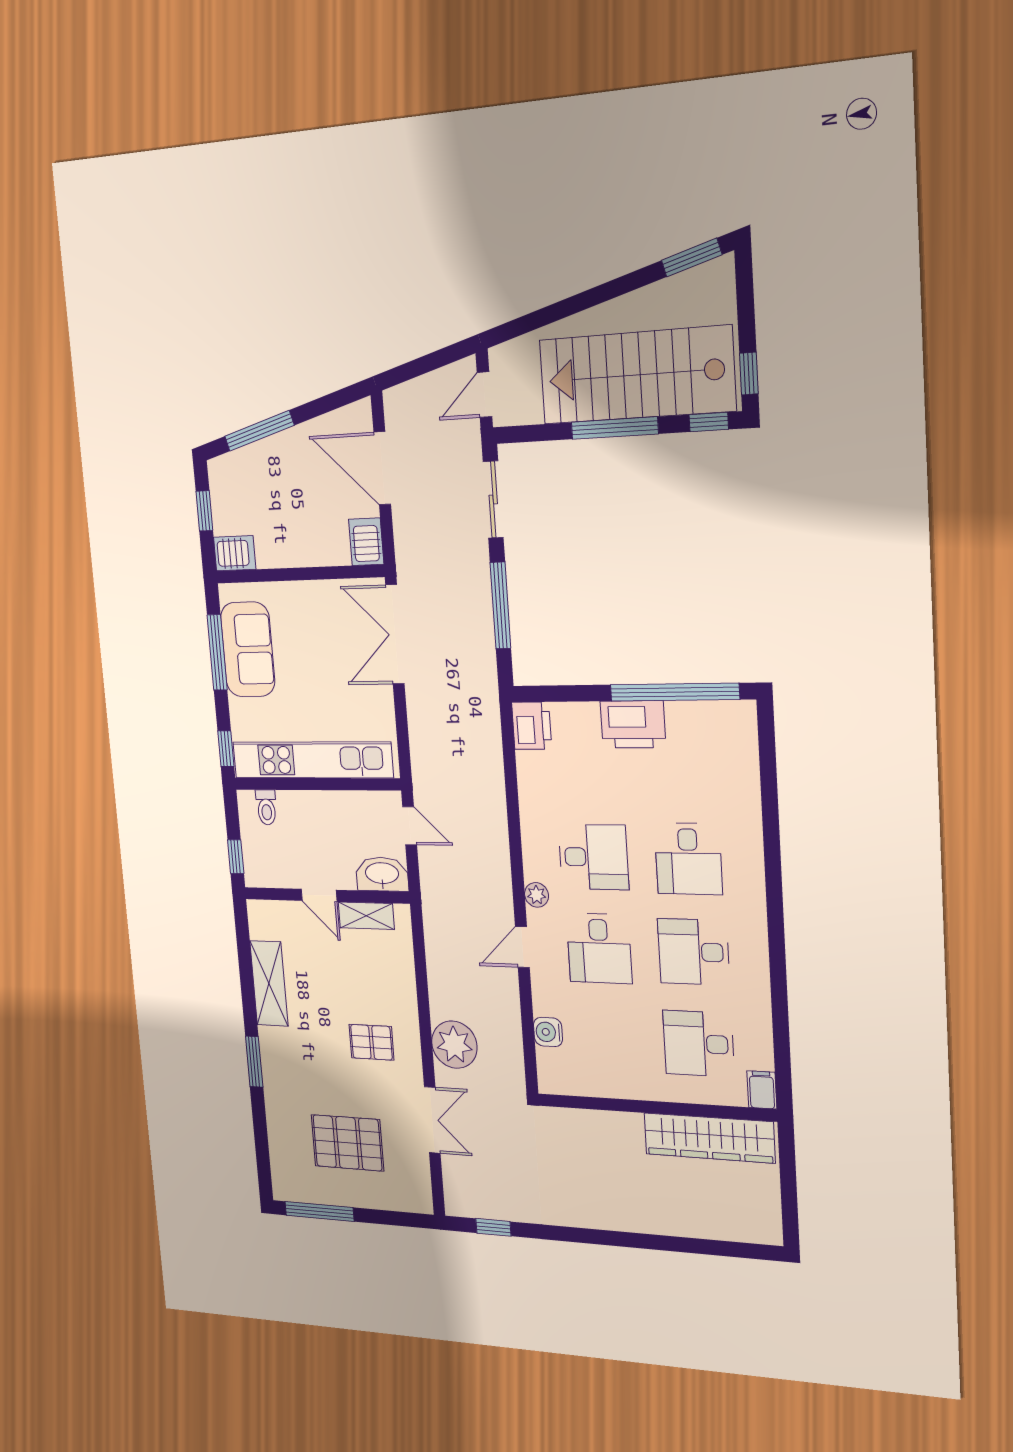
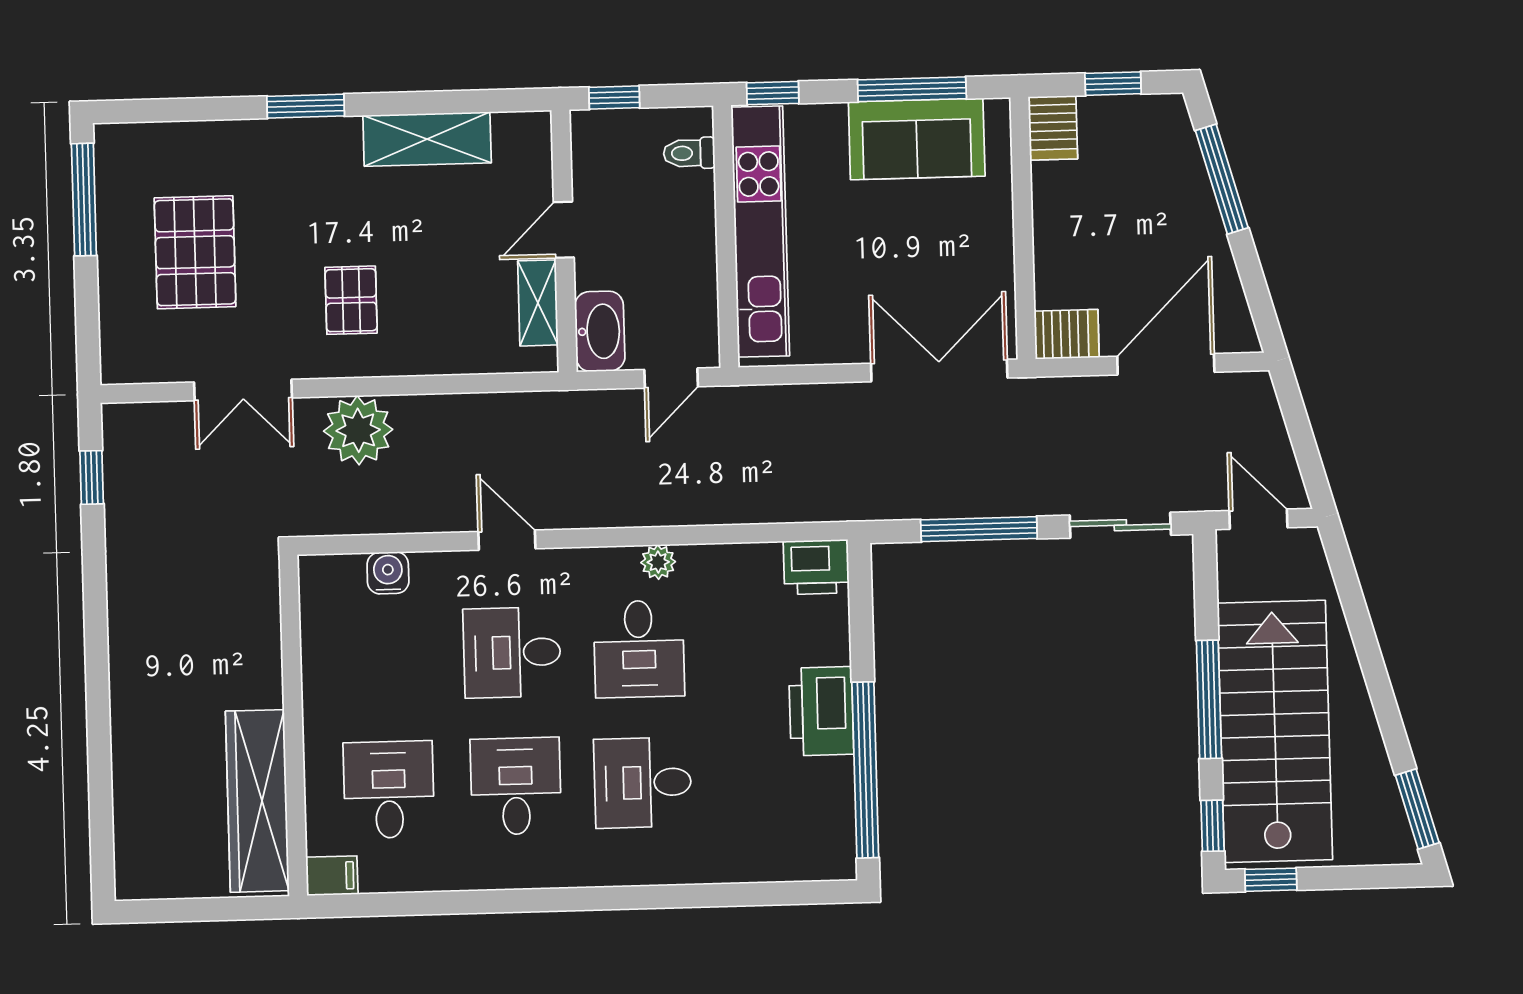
plant: (537, 895) -> (658, 562), moved

